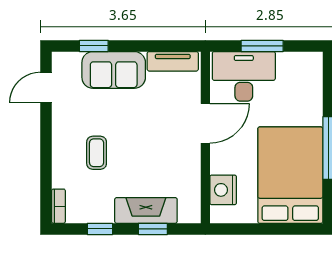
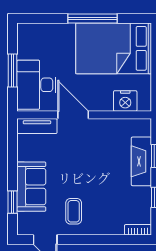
tv unit: (173, 61) -> (37, 126), moved, turned 90
coffee table: (97, 153) -> (74, 211), moved, turned 90

